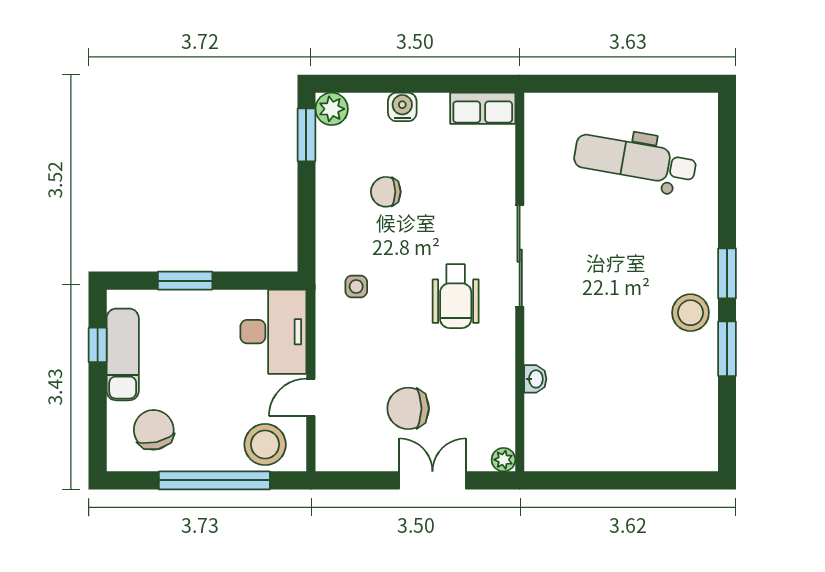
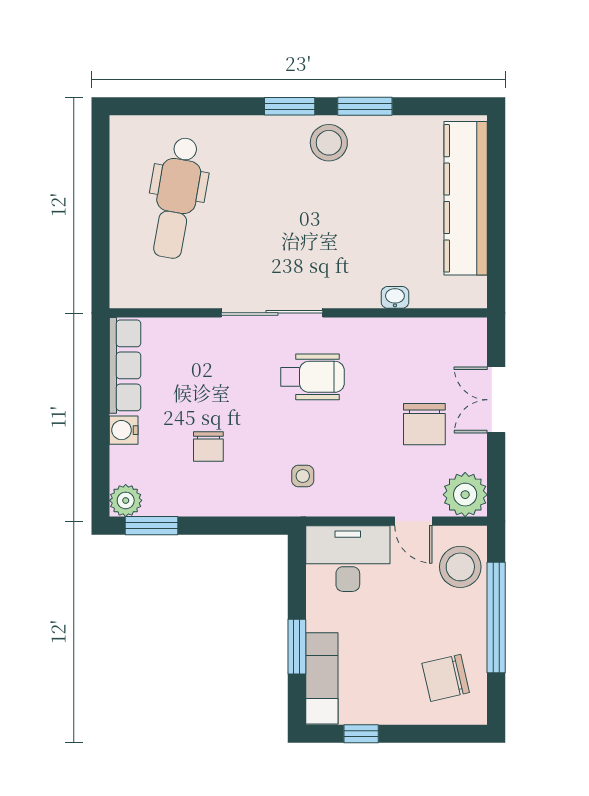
row of seats: (483, 108) -> (125, 365), width x1.48
exam couch: (123, 354) -> (322, 678), moved, turned 90
kitchen counter: (635, 450) -> (466, 198), added
plant: (503, 460) -> (465, 495), moved, width x1.87, depth x1.87

